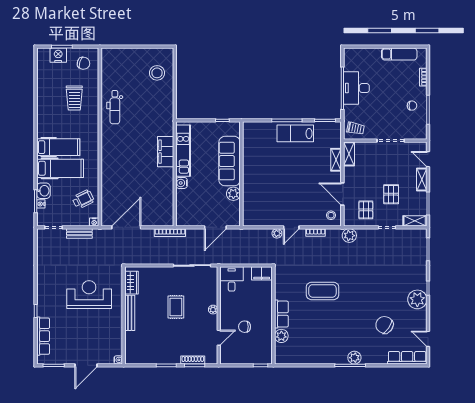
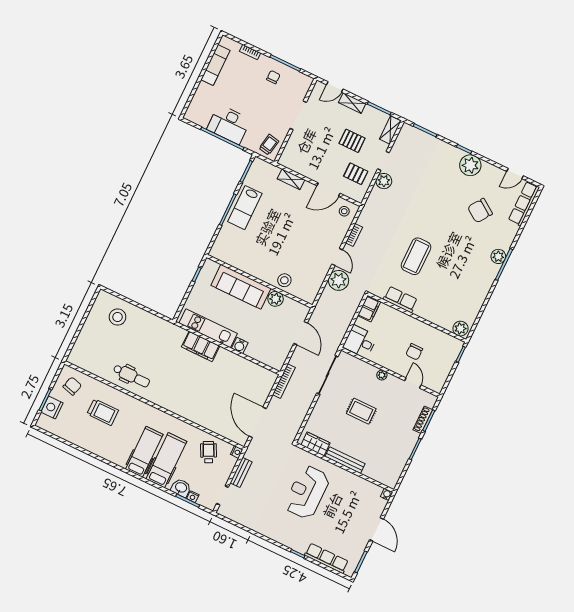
shelving: (349, 154) -> (291, 164), removed
stool: (252, 194) -> (284, 280), added
plant: (277, 233) -> (339, 280), width x1.88, depth x1.88
plant: (349, 236) -> (384, 181), moved
row of seats: (281, 314) -> (400, 299), moved
plant: (281, 336) -> (460, 329), moved

